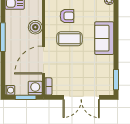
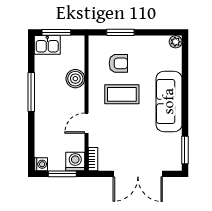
sofa: (104, 38) -> (169, 101), width x1.36
door: (43, 60) -> (86, 123), width x0.53

